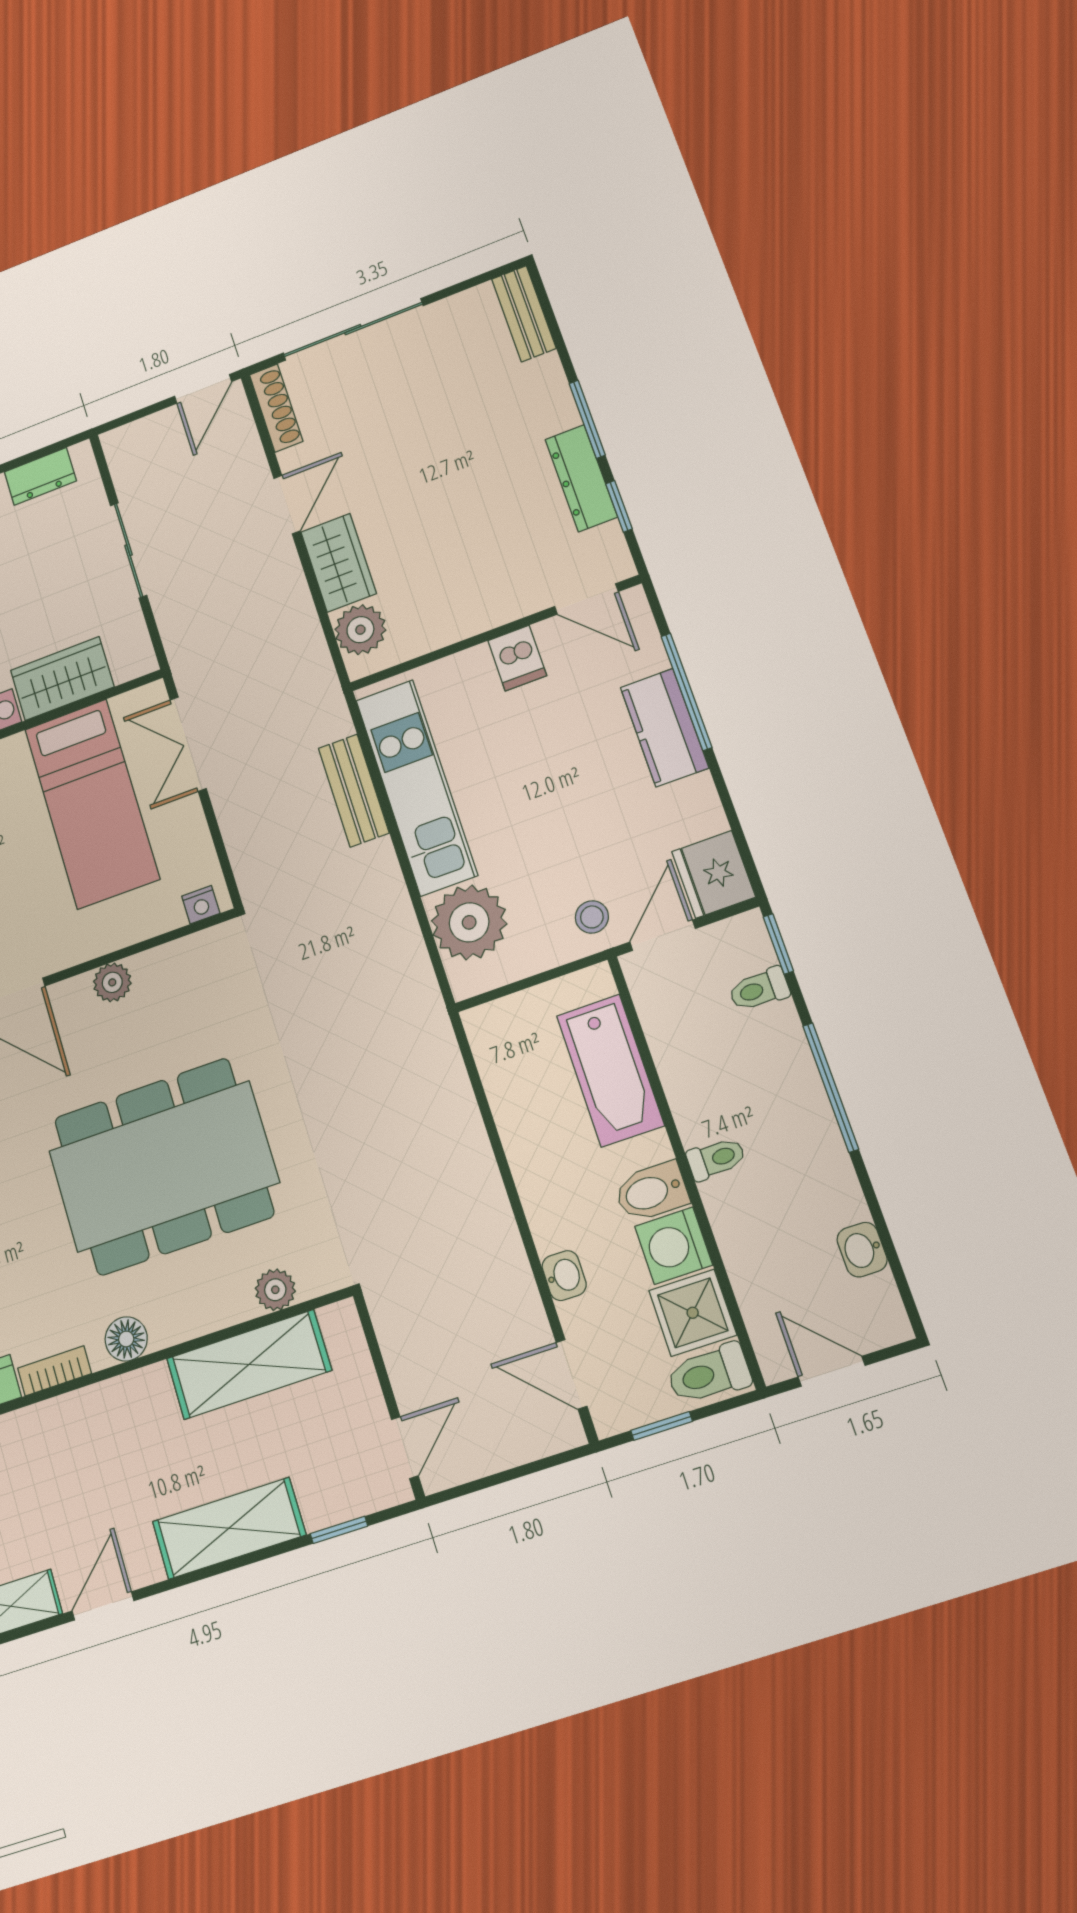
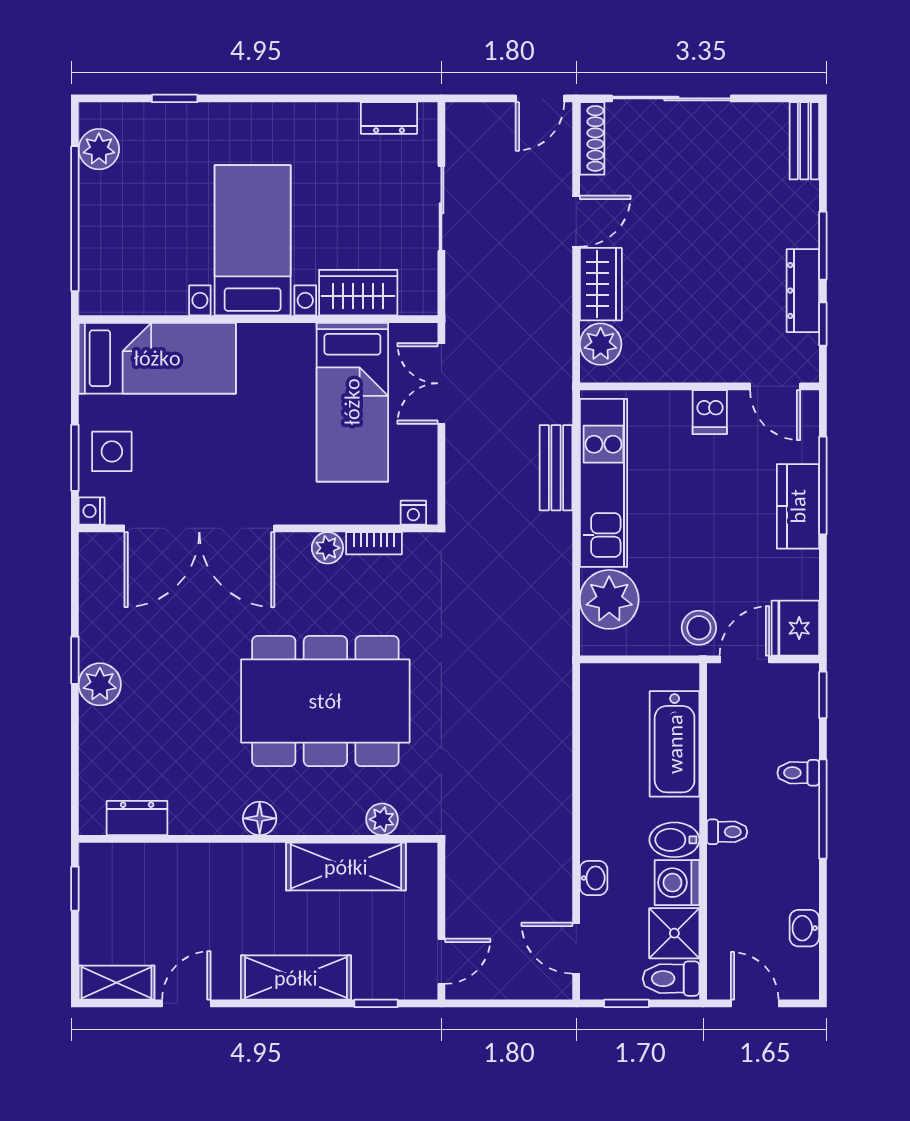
stool: (592, 917) -> (699, 628), width x1.37, depth x1.37
toilet: (759, 989) -> (798, 773), moved
bookcase: (54, 1371) -> (374, 543), moved, turned 180

